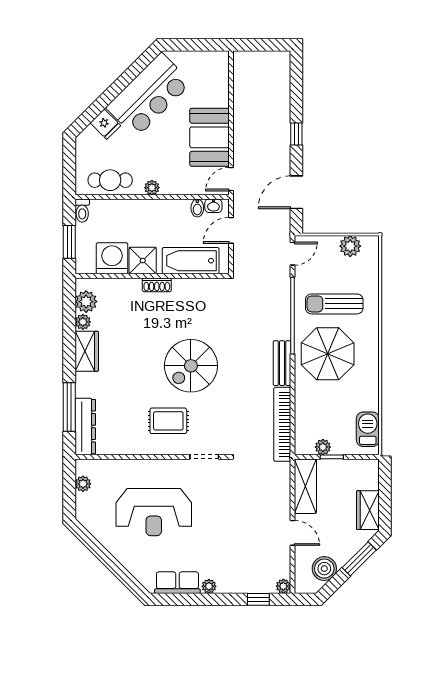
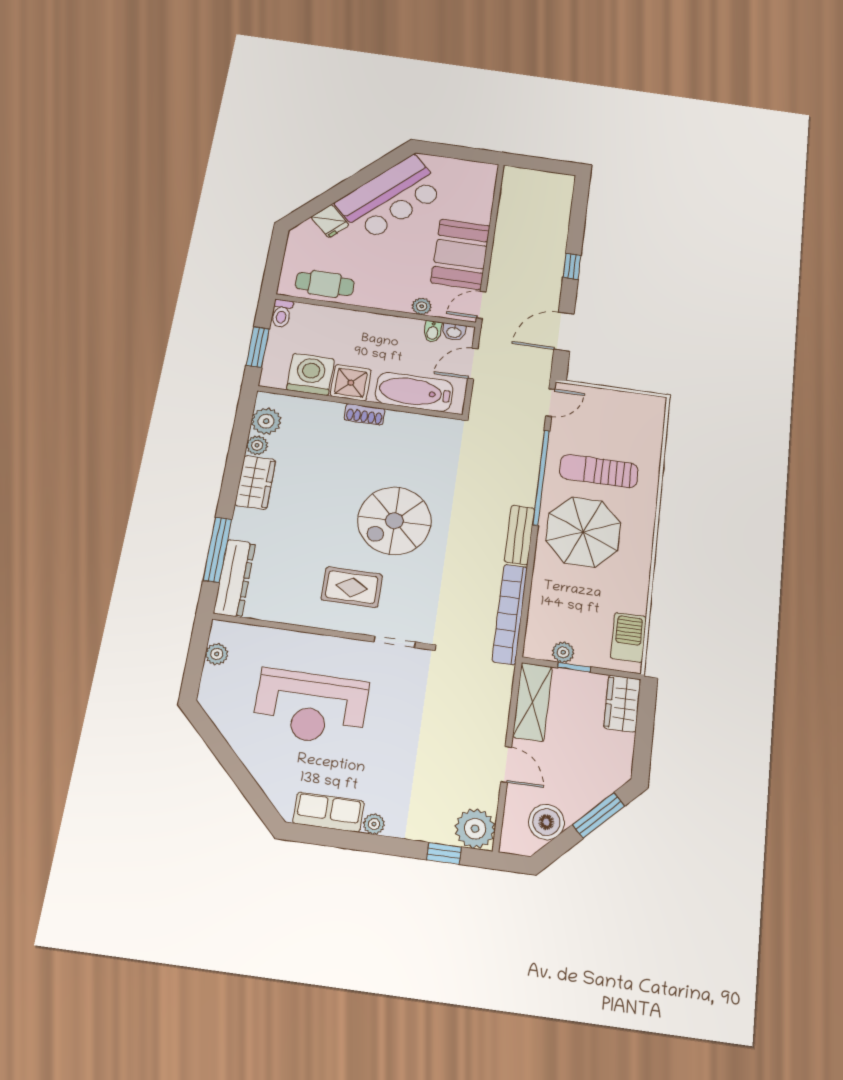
plant: (152, 188) -> (422, 306), moved
plant: (350, 246) -> (627, 404), removed
wardrobe: (368, 510) -> (622, 704), moved
plant: (283, 586) -> (475, 829), width x1.87, depth x1.87

